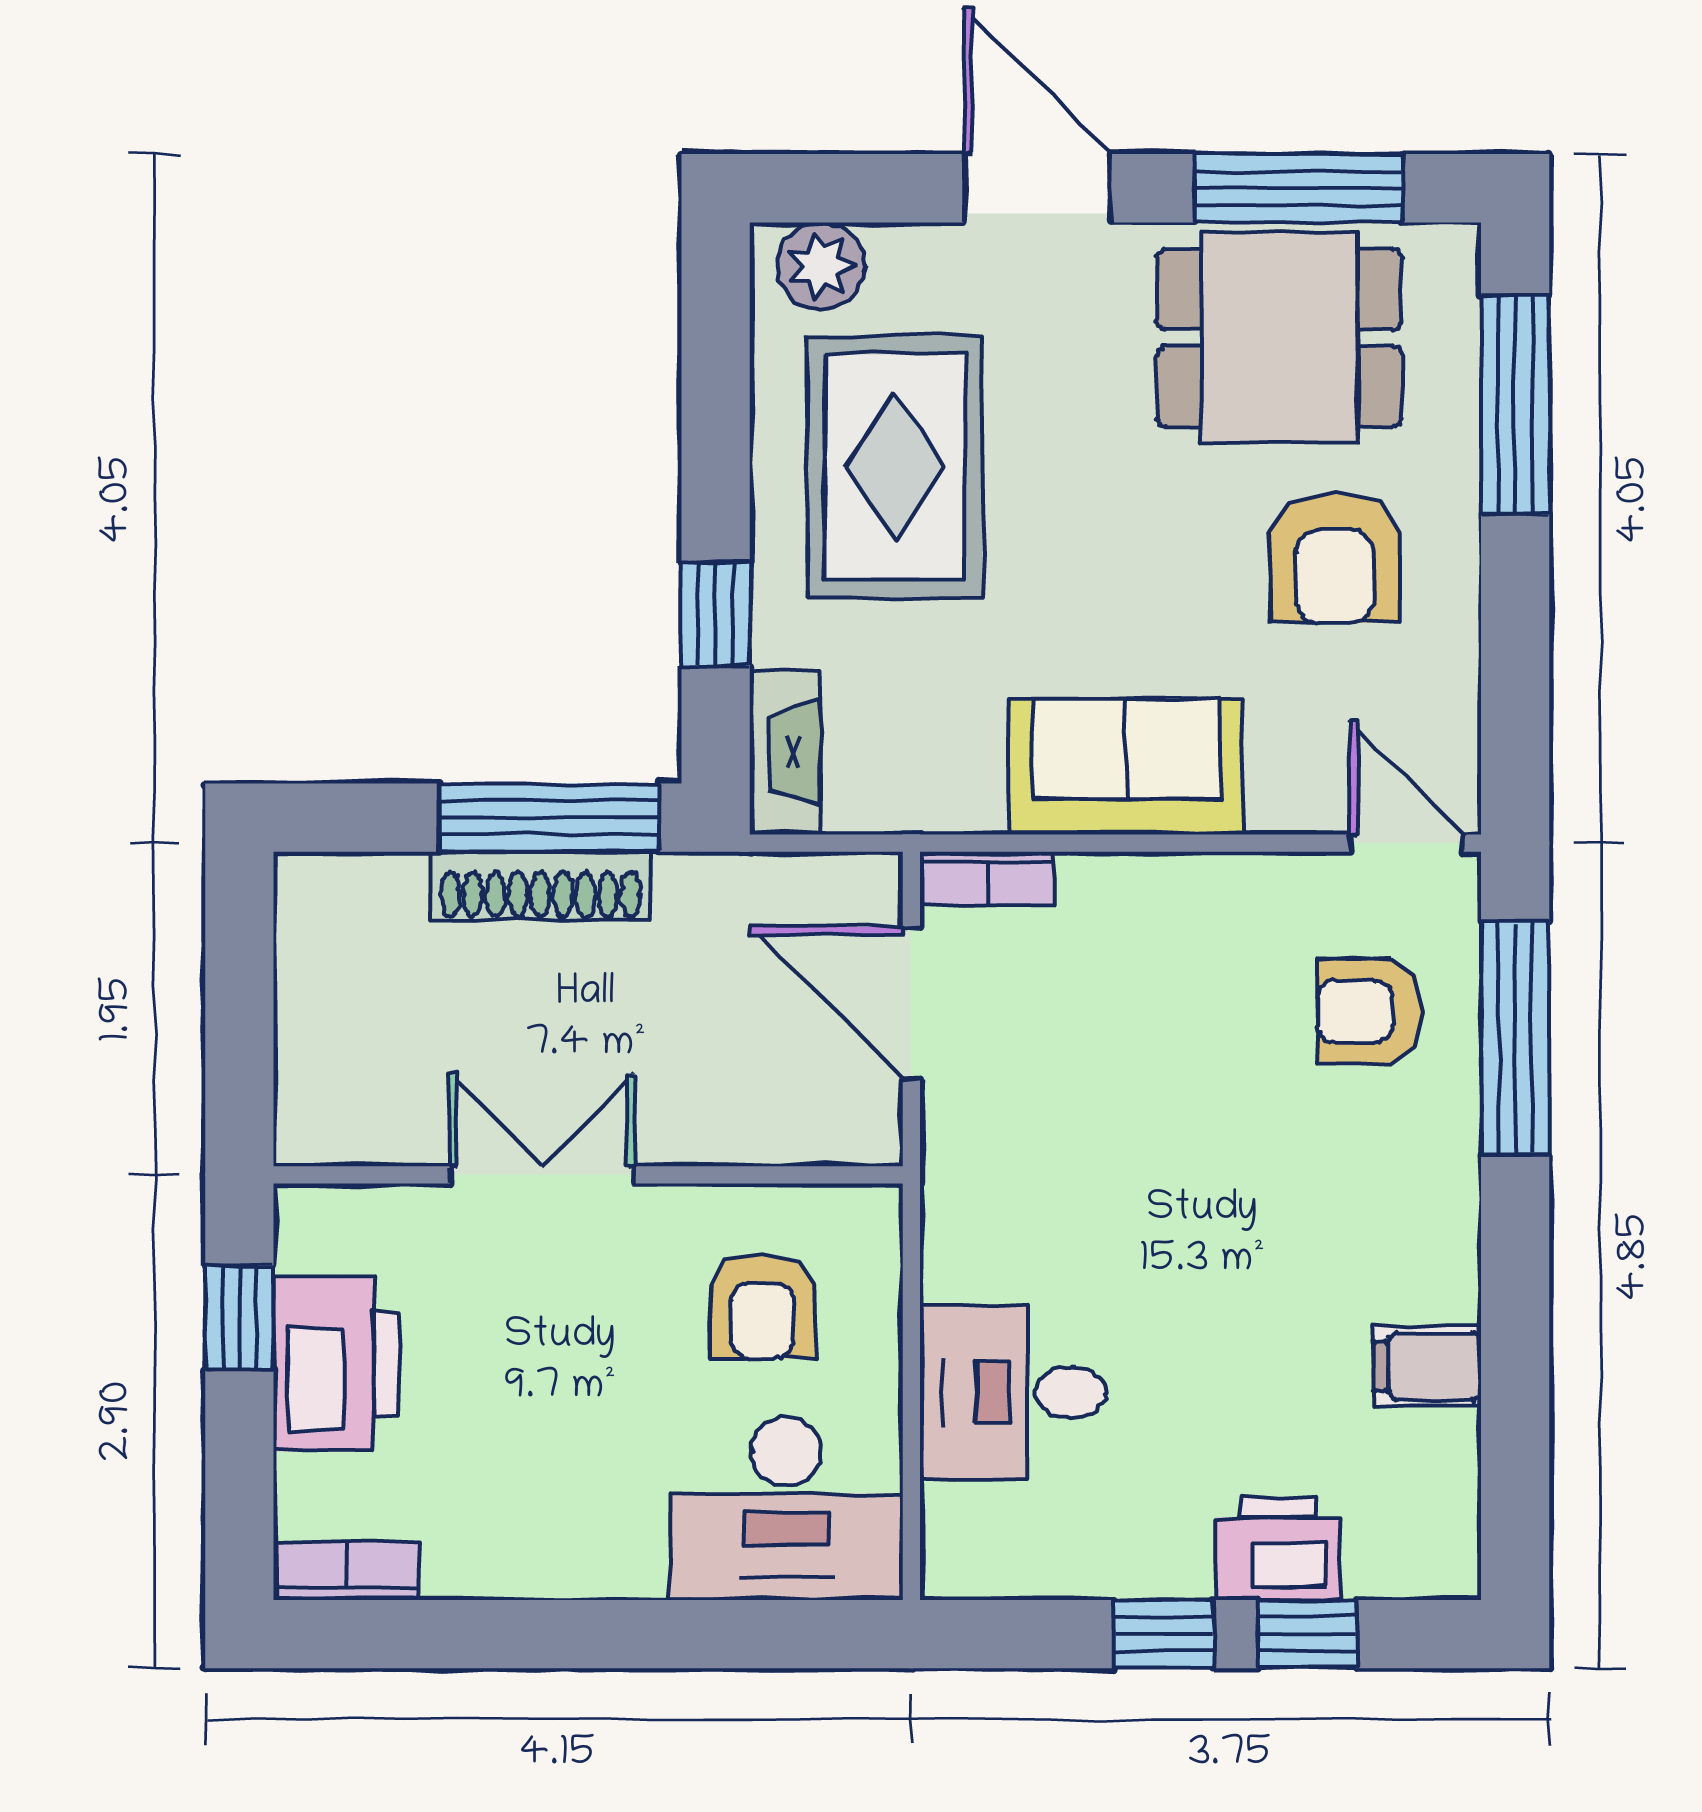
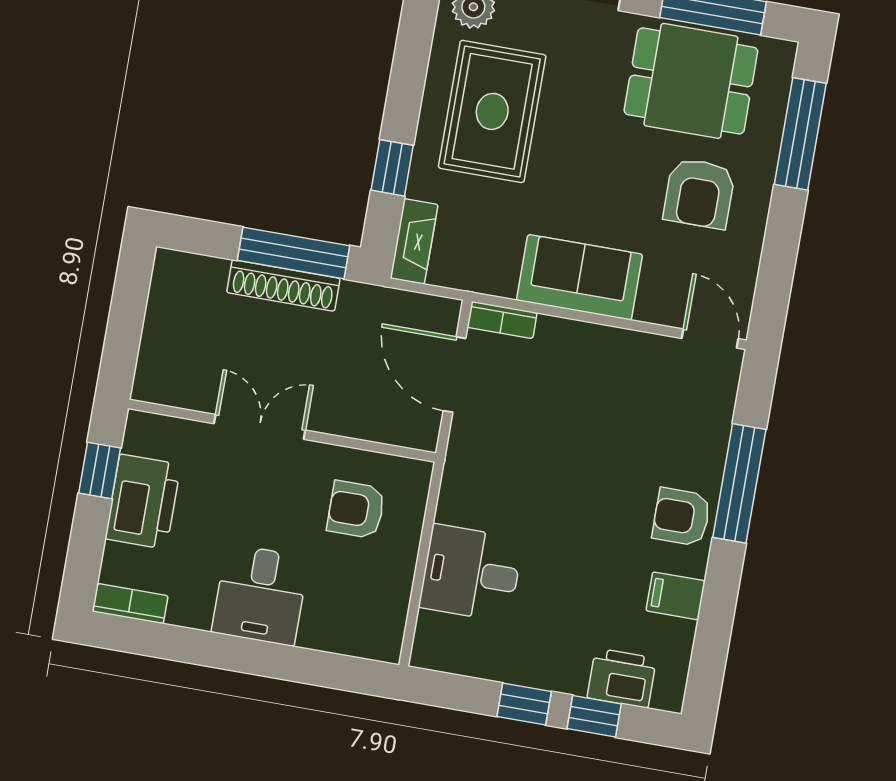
armchair: (1370, 1011) -> (681, 517), moved
window: (1515, 1038) -> (739, 483), moved
armchair: (762, 1306) -> (356, 510), turned 90
desk: (786, 1508) -> (260, 595), moved, width x0.73
printer: (1278, 1548) -> (622, 678), moved

